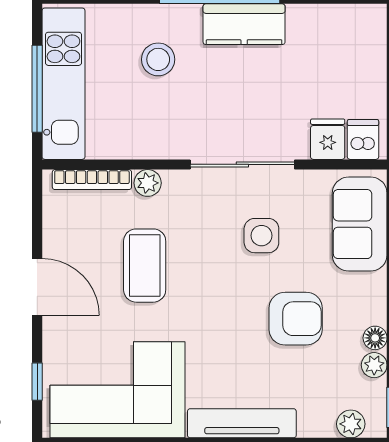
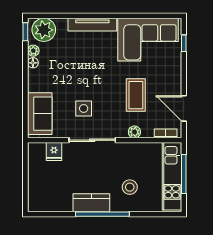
dishwasher: (363, 139) -> (38, 151), removed
bookcase: (92, 180) -> (166, 133), width x0.64
door: (37, 287) -> (184, 108), moved
armchair: (296, 319) -> (68, 71), removed
plant: (351, 424) -> (44, 30), width x1.87, depth x1.87

